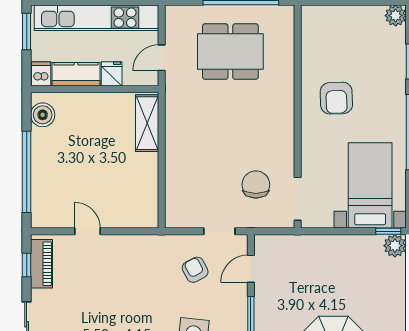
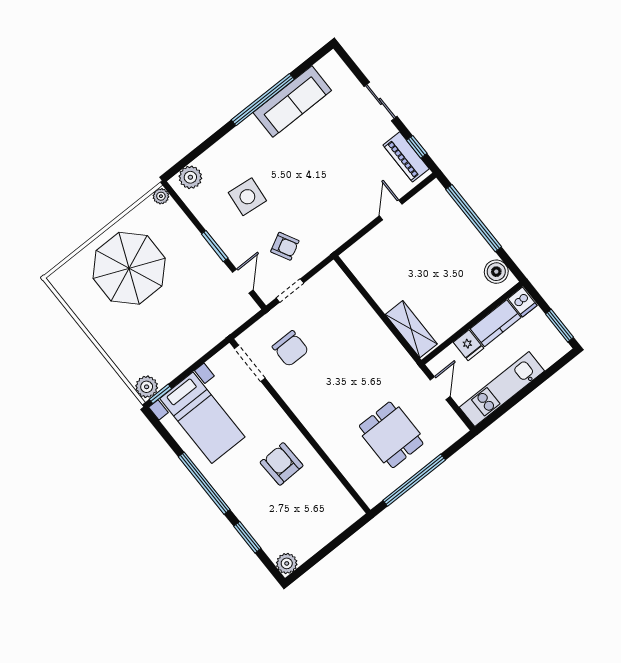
kitchen unit: (96, 18) -> (502, 389), width x0.73
dining table: (230, 52) -> (391, 435), width x0.73
door: (88, 231) -> (391, 210), swing flipped

